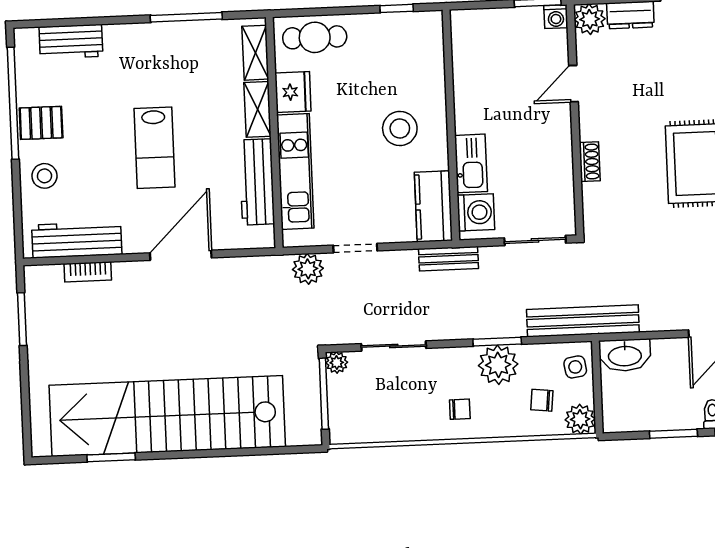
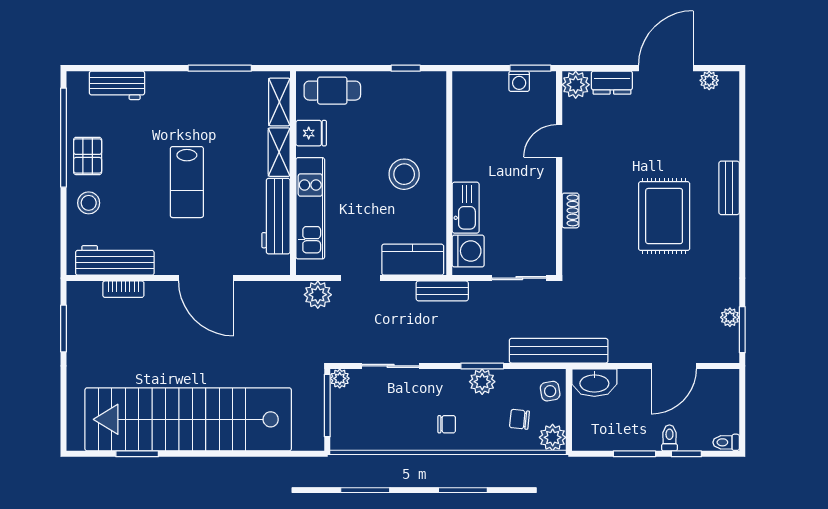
washing machine: (556, 17) -> (519, 81), moved
fridge: (293, 92) -> (311, 133), width x0.72
pallet: (41, 123) -> (88, 156), turned 90
kitchen counter: (433, 206) -> (413, 260), moved, turned 90
door: (181, 255) -> (206, 278), swing flipped
plant: (498, 365) -> (482, 382), width x0.73, depth x0.73

